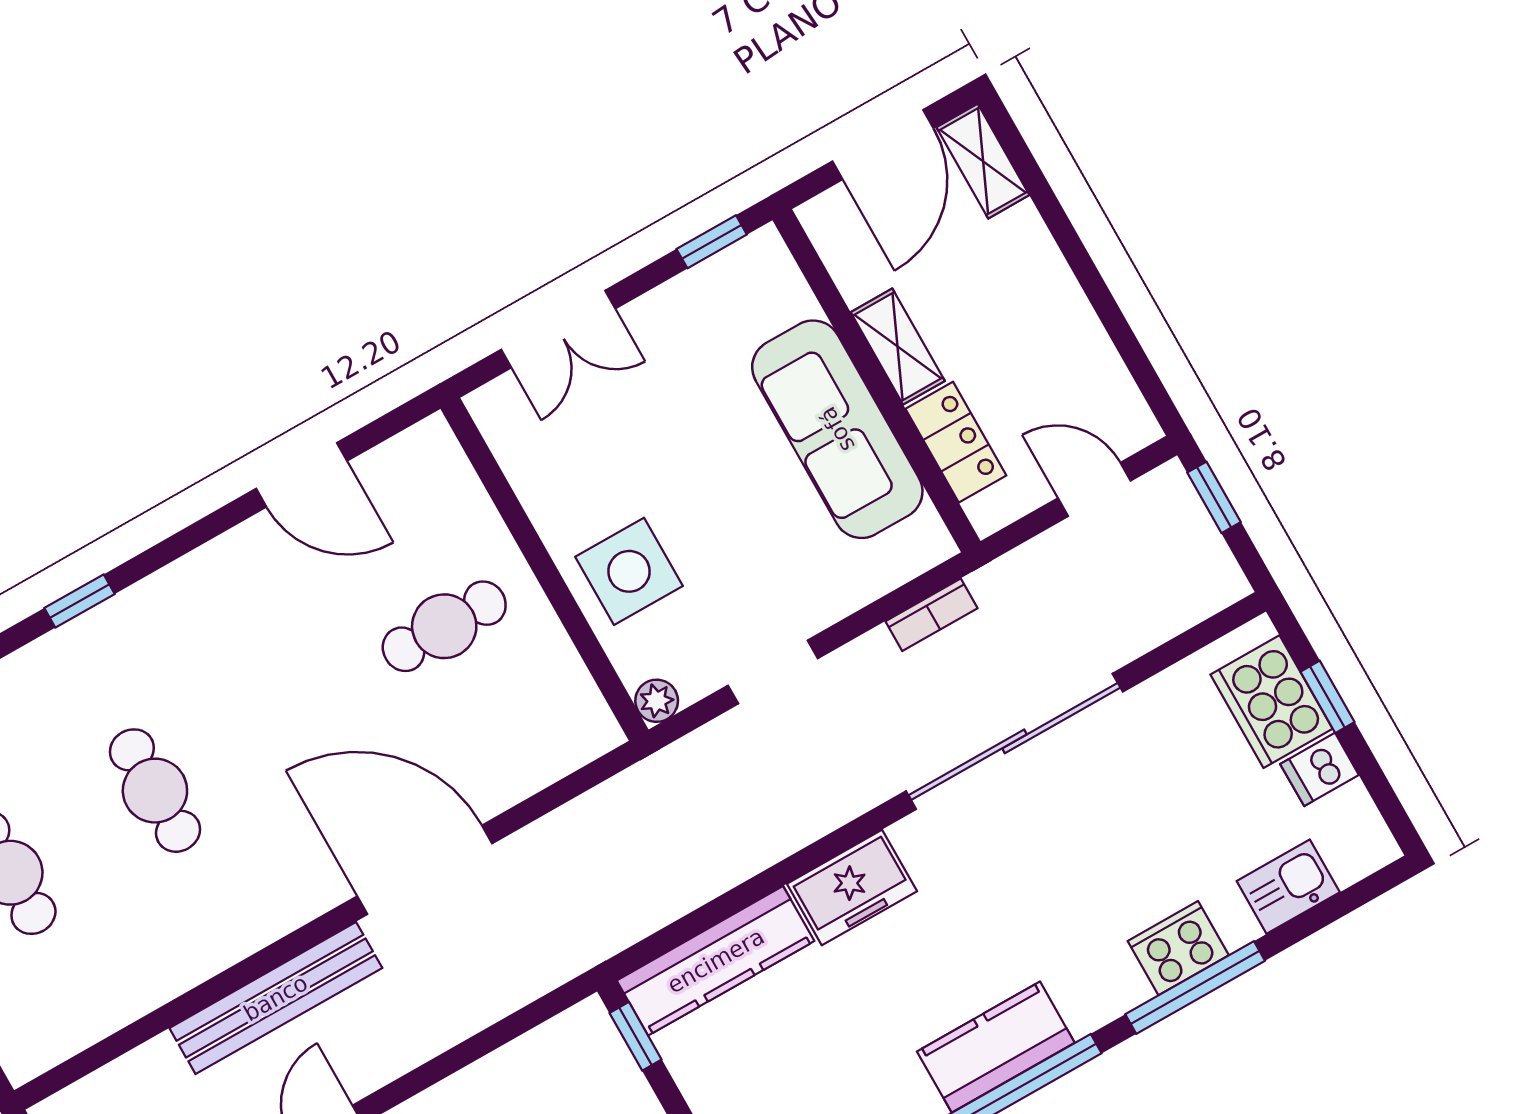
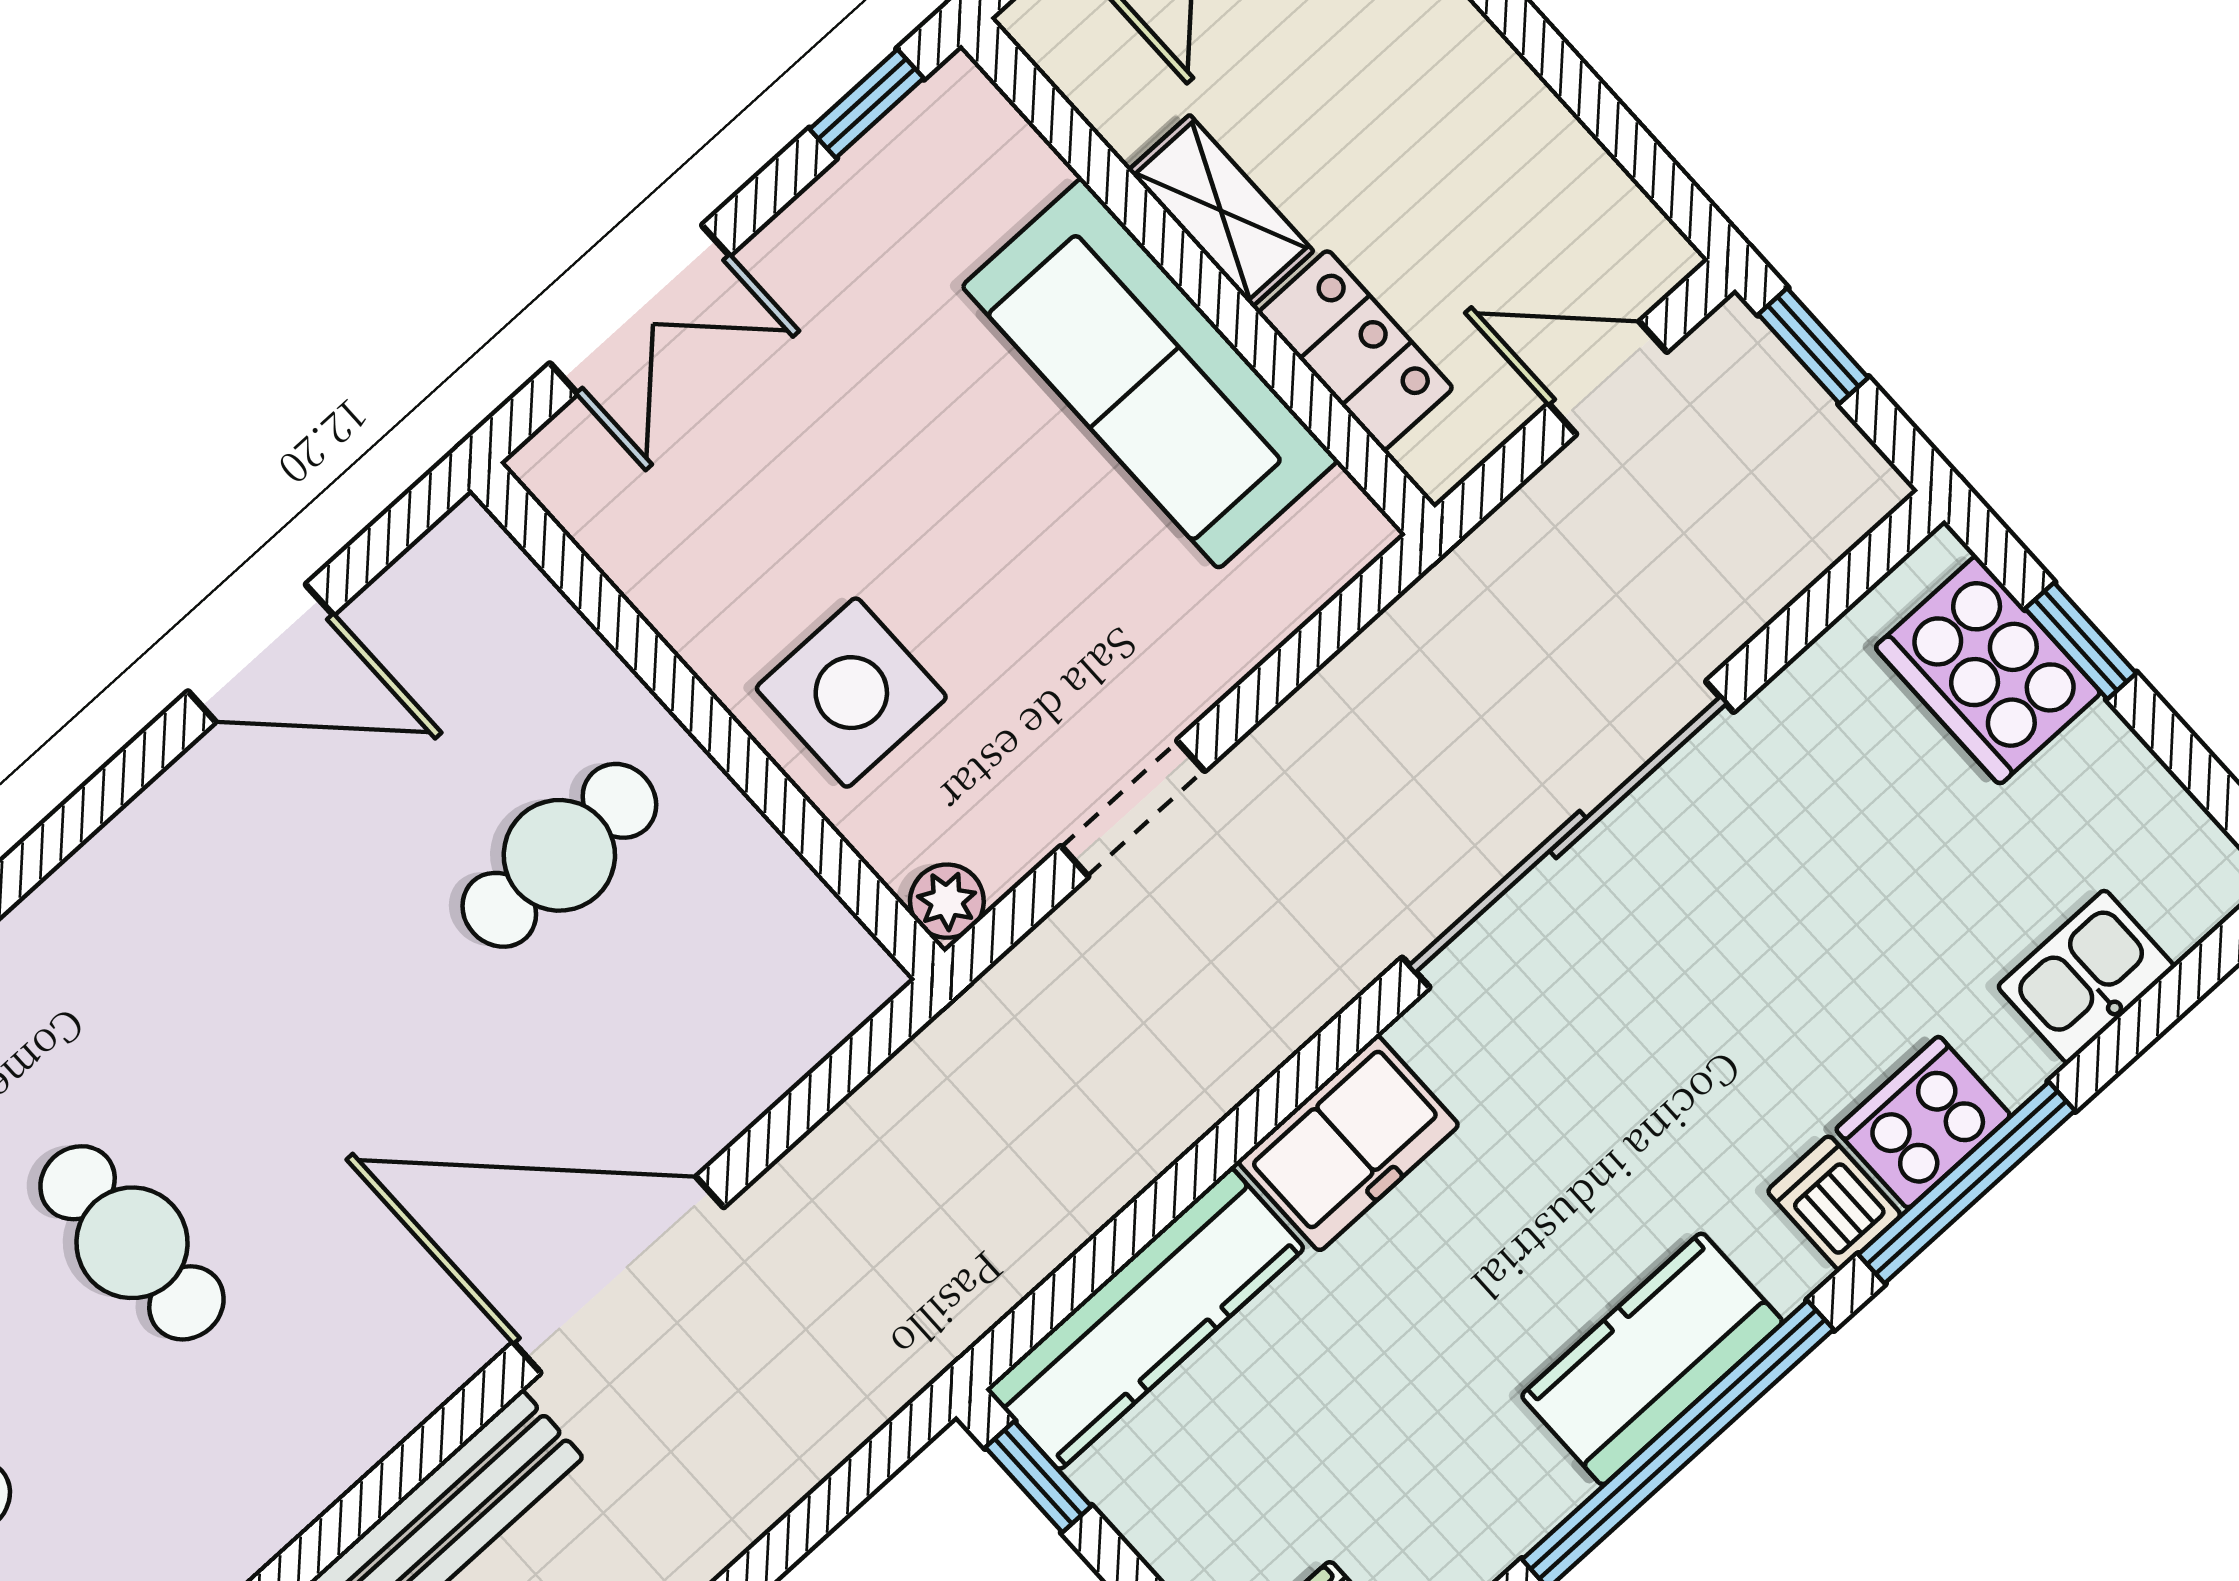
bookcase: (931, 615) -> (1380, 651), removed
dishwasher: (1320, 769) -> (1834, 1203), moved, turned 90

